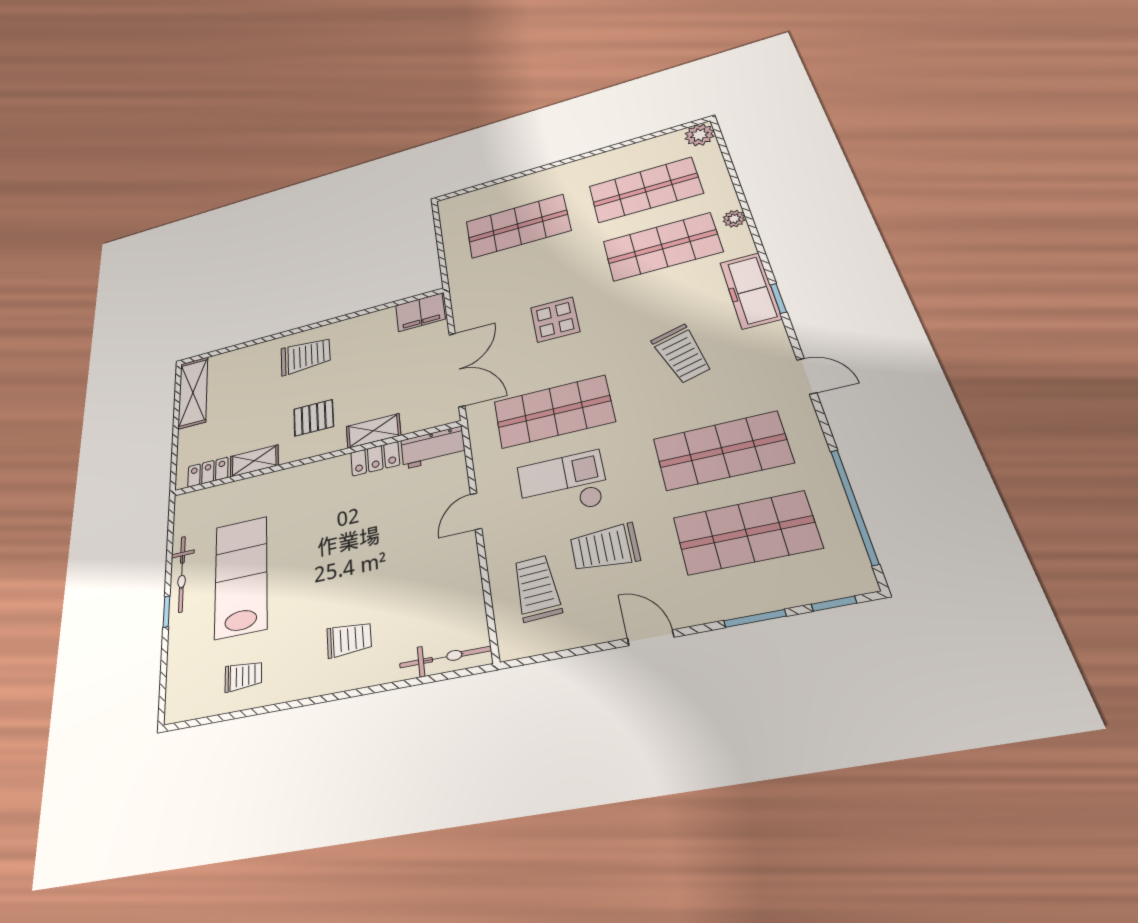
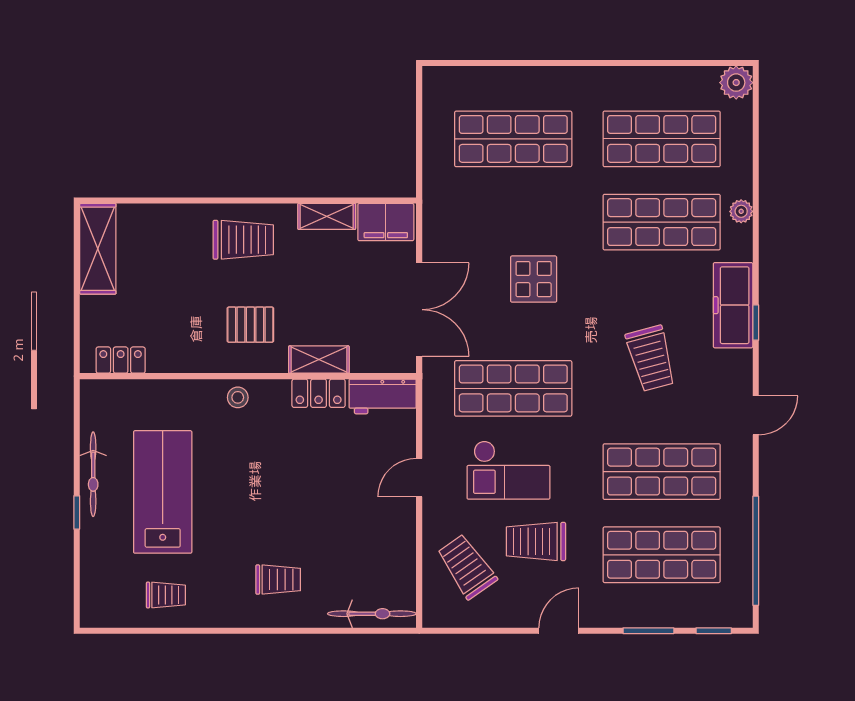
door: (807, 376) -> (756, 415), hinge flipped
shelving: (254, 461) -> (327, 216), moved
stool: (305, 479) -> (238, 397), added
checkout: (563, 485) -> (508, 470), turned 180
trolley: (537, 588) -> (467, 567), turned -32
door: (651, 638) -> (559, 631), hinge flipped

